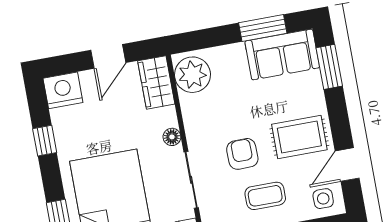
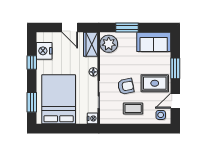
window: (263, 28) -> (127, 27), moved
door: (108, 56) -> (70, 27), hinge flipped
window: (329, 67) -> (175, 68), moved
nightstand: (63, 90) -> (44, 51), moved, turned -90
armchair: (242, 154) -> (126, 86), turned 80

